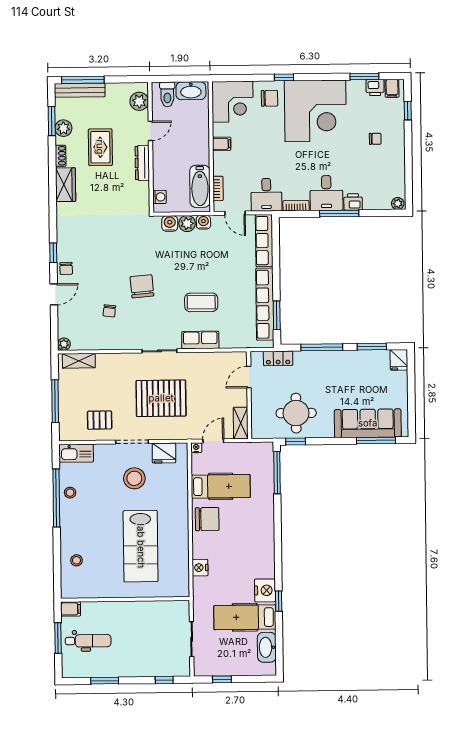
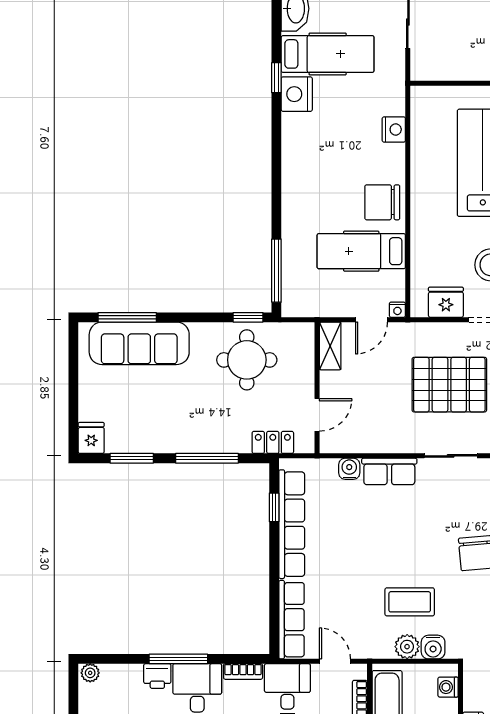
water cooler: (203, 222) -> (349, 469), moved, turned 180
coffee table: (201, 302) -> (410, 602), moved
window: (277, 315) -> (274, 507), width x0.67

